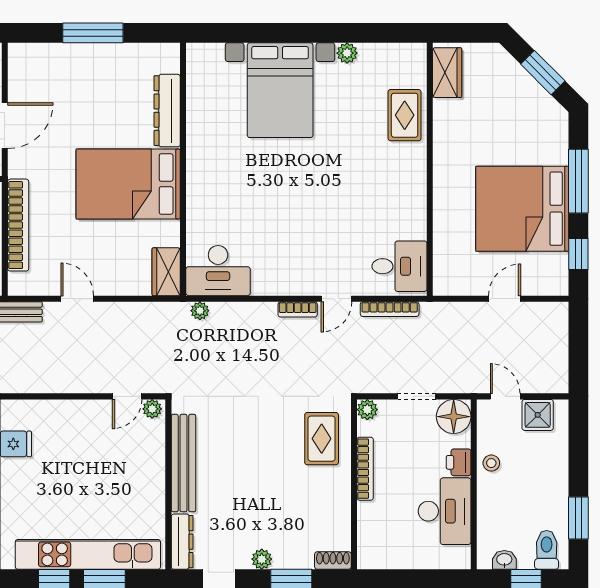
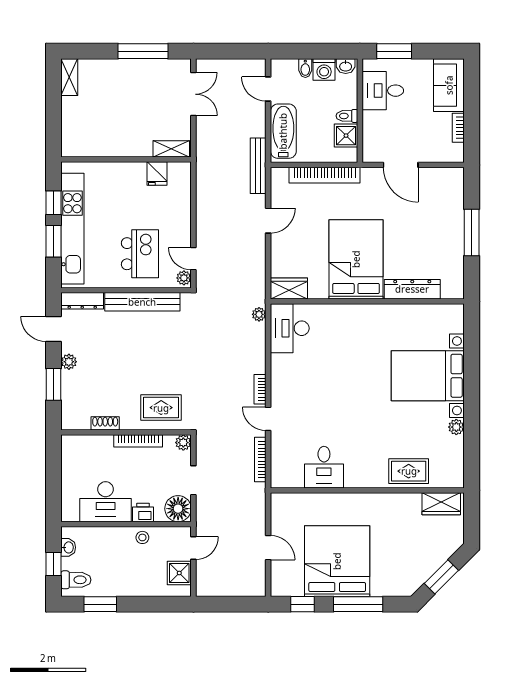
desk: (399, 266) -> (324, 467), moved
kitchen island: (121, 466) -> (140, 254), added
shoe rack: (333, 561) -> (105, 423), moved, turned -90

